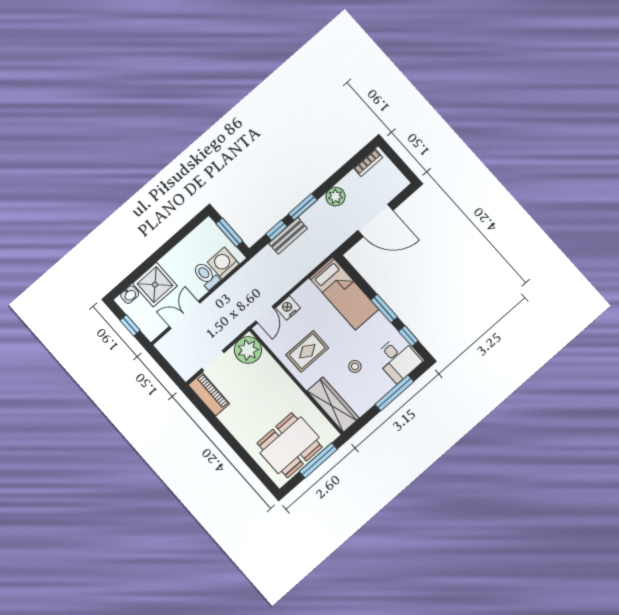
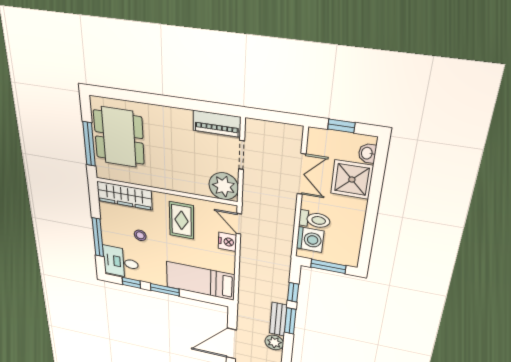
bench: (288, 236) -> (278, 319), moved

